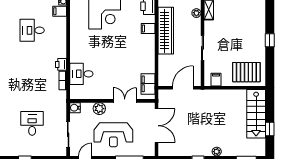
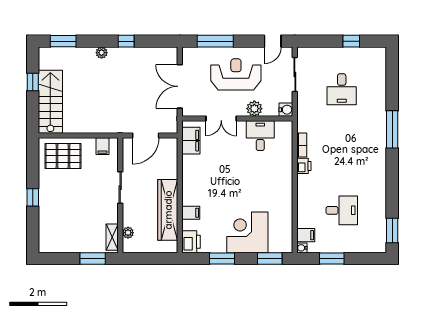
desk: (81, 74) -> (260, 136), moved, turned -90

